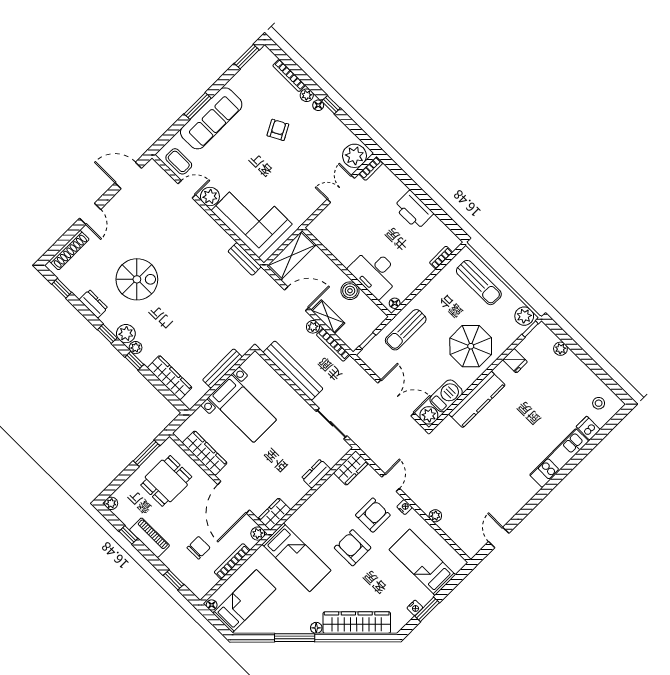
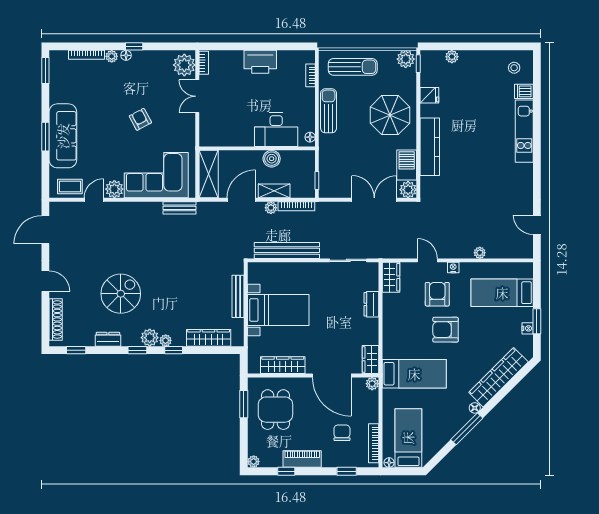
armchair: (278, 130) -> (140, 119), moved
sun lounger: (406, 330) -> (329, 111), moved, turned 180
bookcase: (232, 561) -> (374, 443), moved

